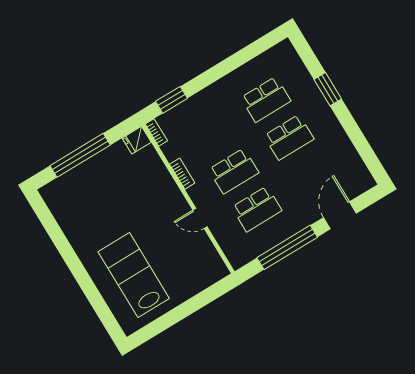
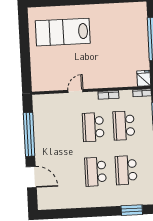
window: (328, 89) -> (132, 210), moved
school desk: (257, 209) -> (124, 126), moved
lab bench: (134, 275) -> (63, 32), turned 180

